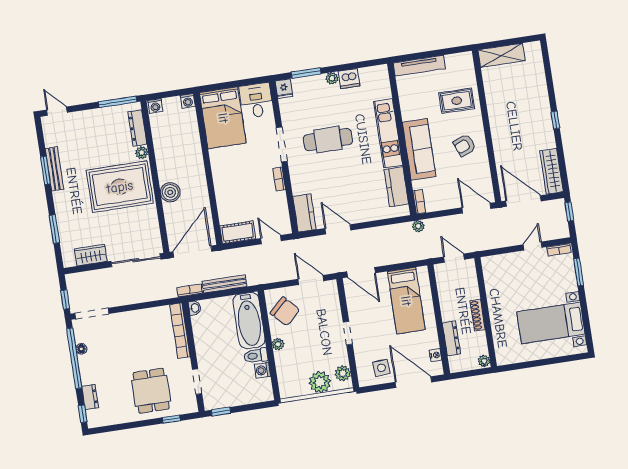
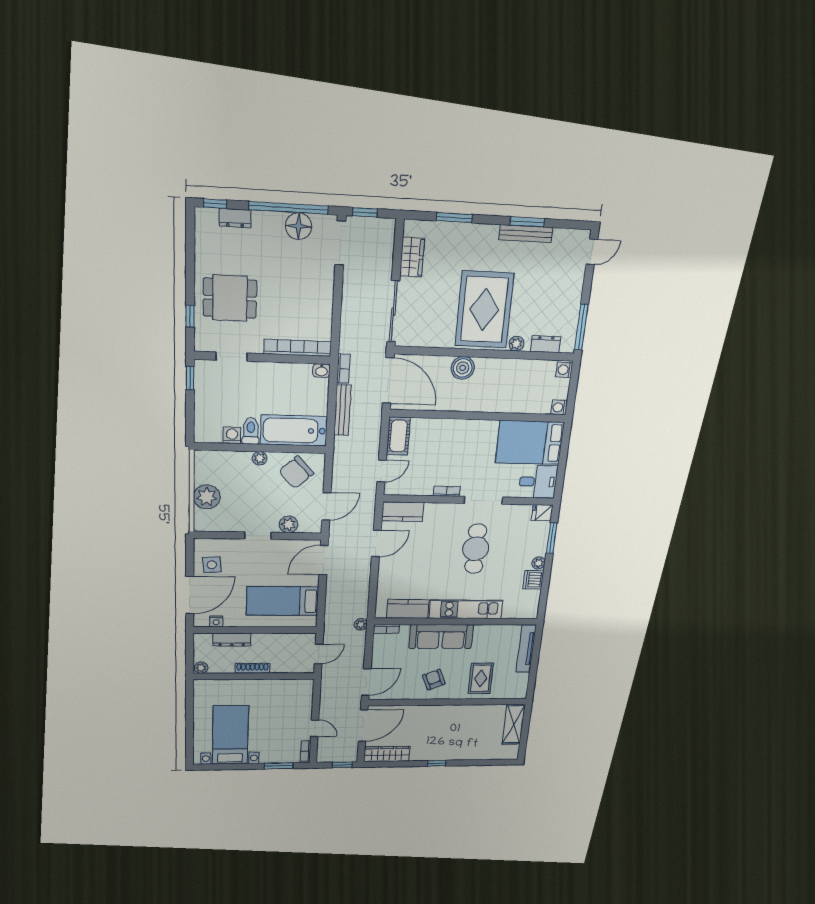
dresser: (137, 128) -> (546, 344), width x0.70
floor lamp: (81, 349) -> (299, 226), width x1.89, depth x1.89
plant: (343, 373) -> (288, 524), moved

